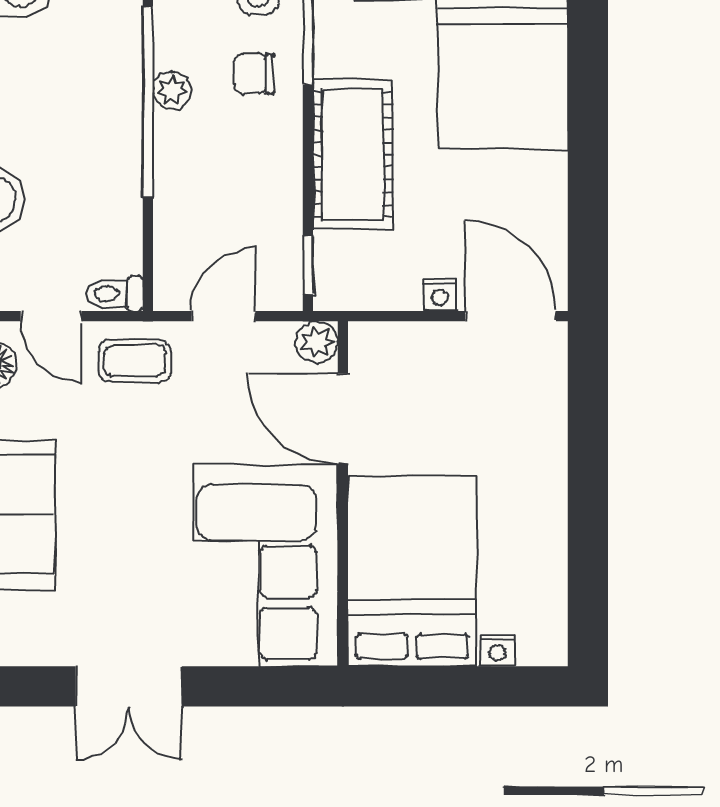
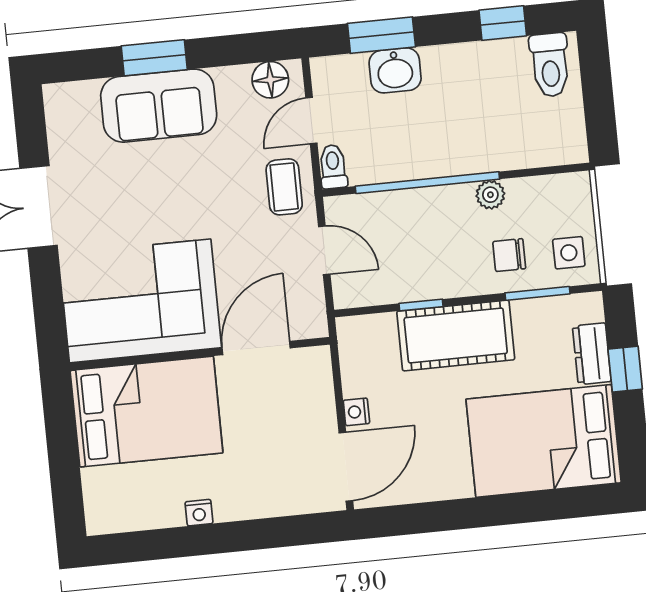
chair: (254, 74) -> (509, 255), turned -90
window: (148, 102) -> (427, 183), moved
window: (308, 265) -> (421, 305), moved
plant: (317, 342) -> (312, 323), removed
nightstand: (497, 650) -> (199, 513), moved, turned -90

